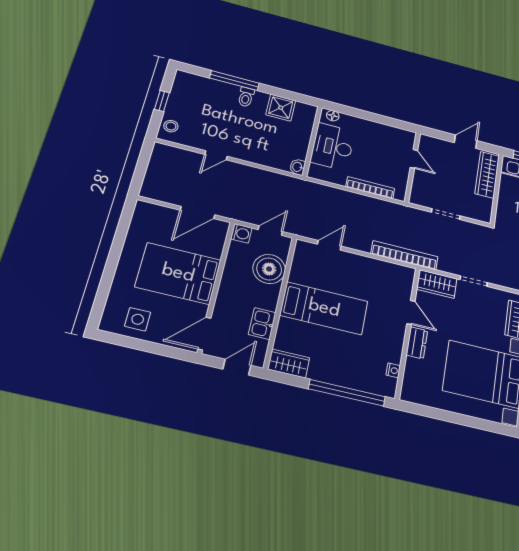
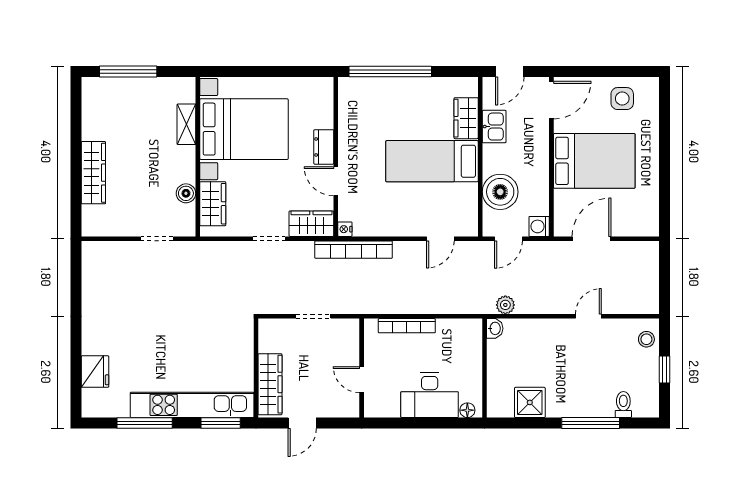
toilet: (246, 97) -> (623, 405), moved
desk: (333, 147) -> (430, 395), moved, turned 90
plant: (285, 182) -> (505, 305), added
wardrobe: (289, 363) -> (466, 118), moved, turned 90
nightstand: (393, 370) -> (345, 229), moved

